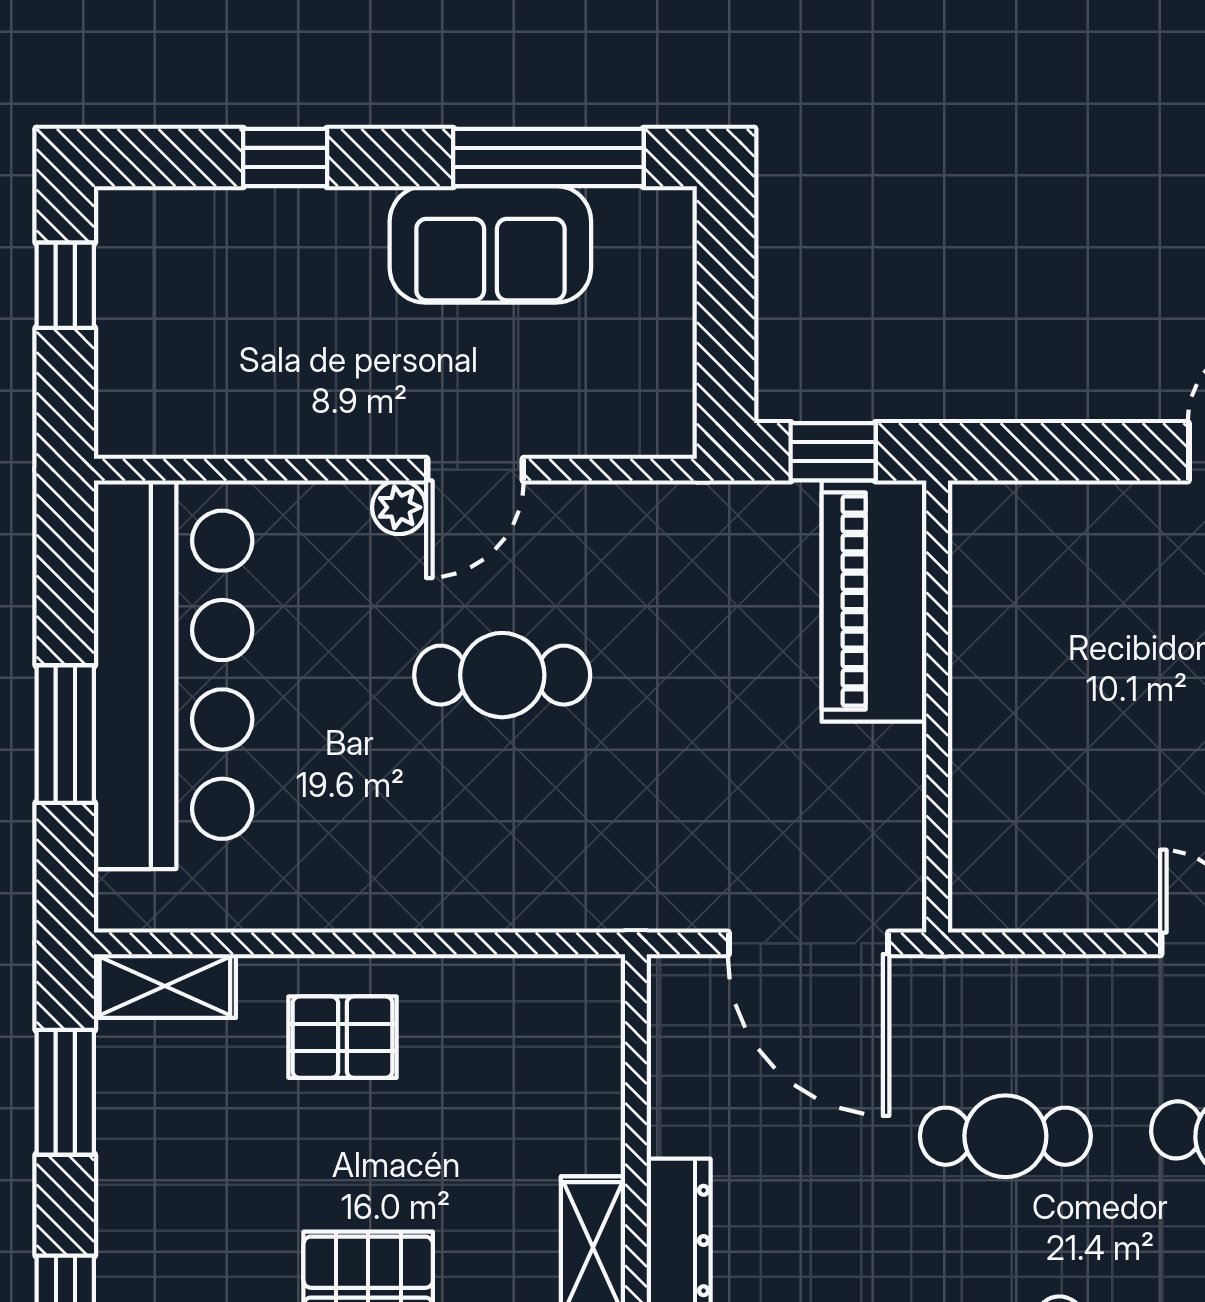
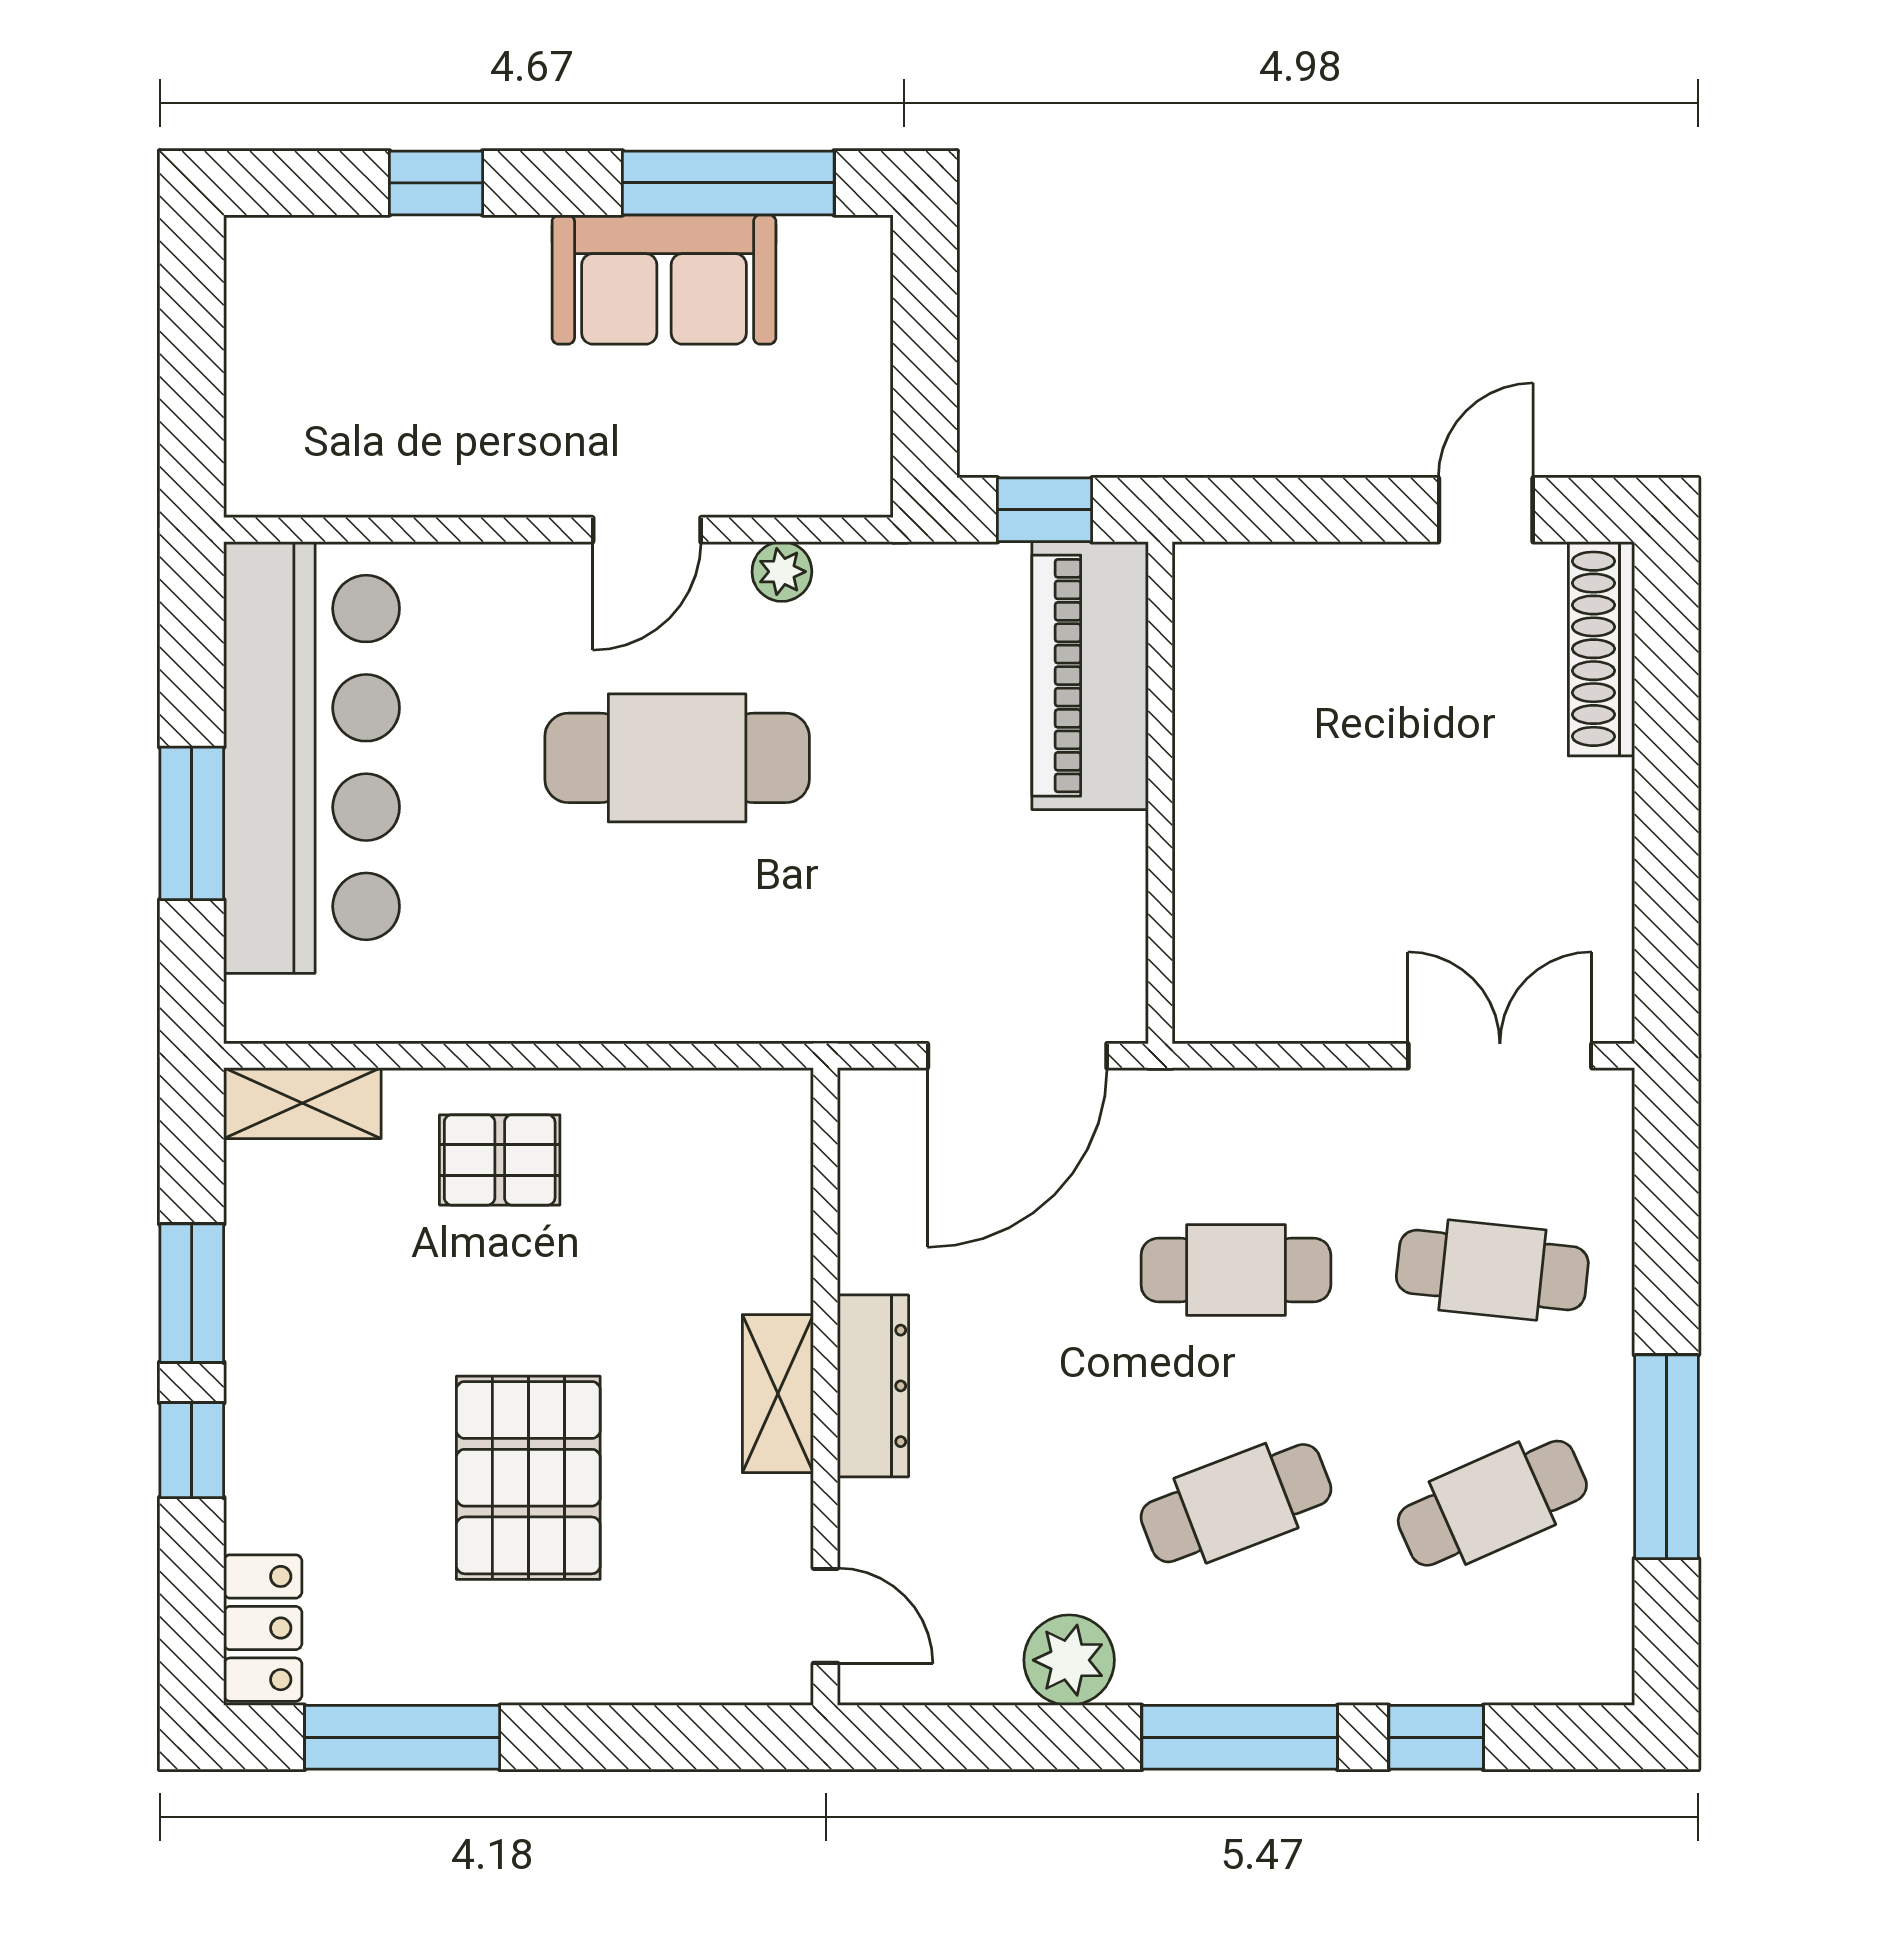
window: (65, 285) -> (192, 325), removed
plant: (399, 507) -> (782, 572), moved
cafe table: (502, 675) -> (677, 758), width x1.37, depth x1.35
door: (808, 943) -> (1017, 1056), hinge flipped
window: (65, 1092) -> (192, 1293), moved

